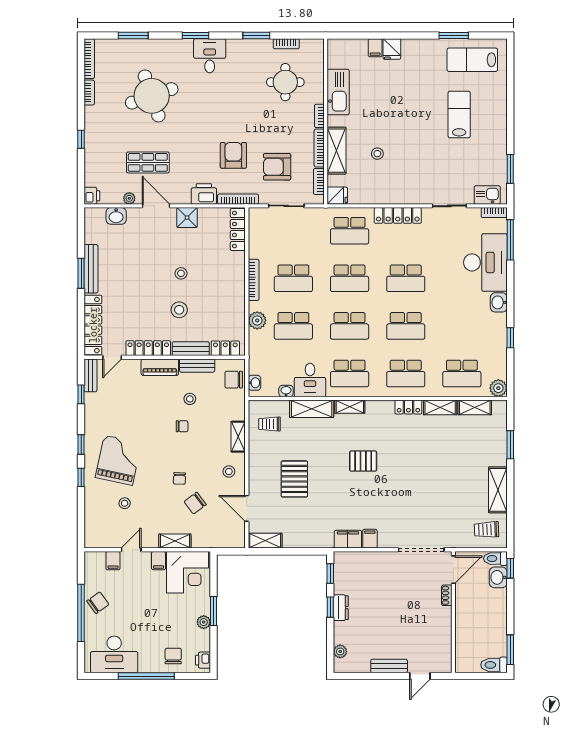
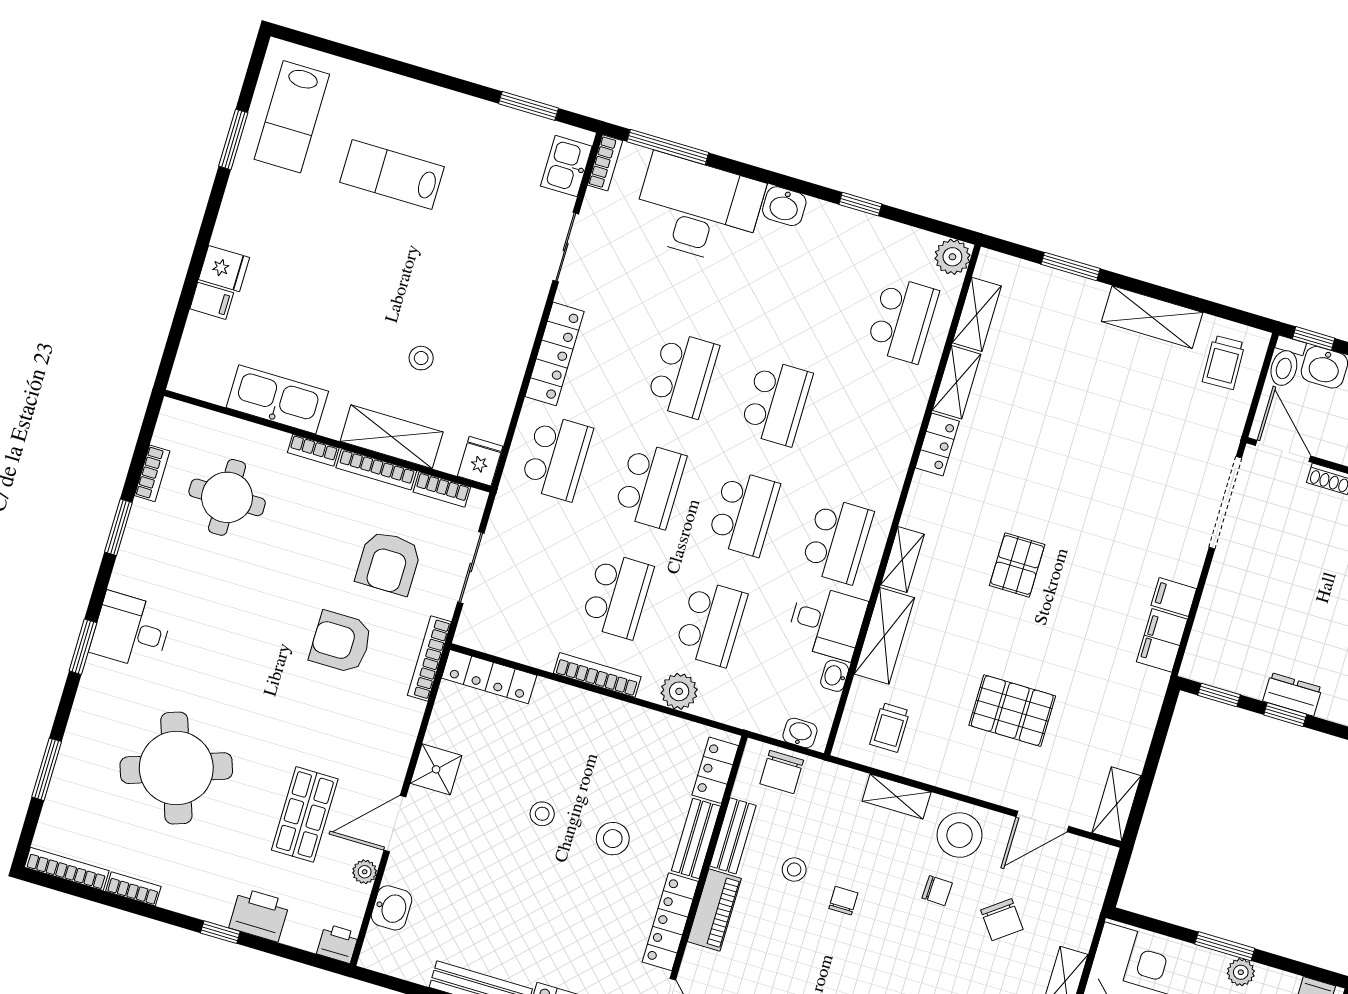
printer: (204, 194) -> (259, 915), moved, turned 90
school desk: (406, 373) -> (870, 430), removed
stool: (229, 472) -> (960, 835), width x1.89, depth x1.89
chair: (179, 478) -> (937, 891), moved

